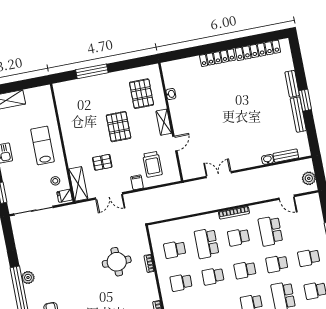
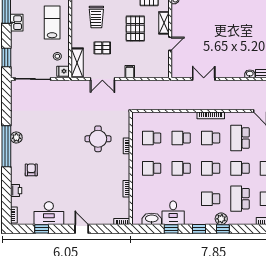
pallet: (119, 127) -> (135, 29), moved
trolley: (152, 164) -> (96, 17), moved
school desk: (207, 243) -> (181, 138), width x0.54

